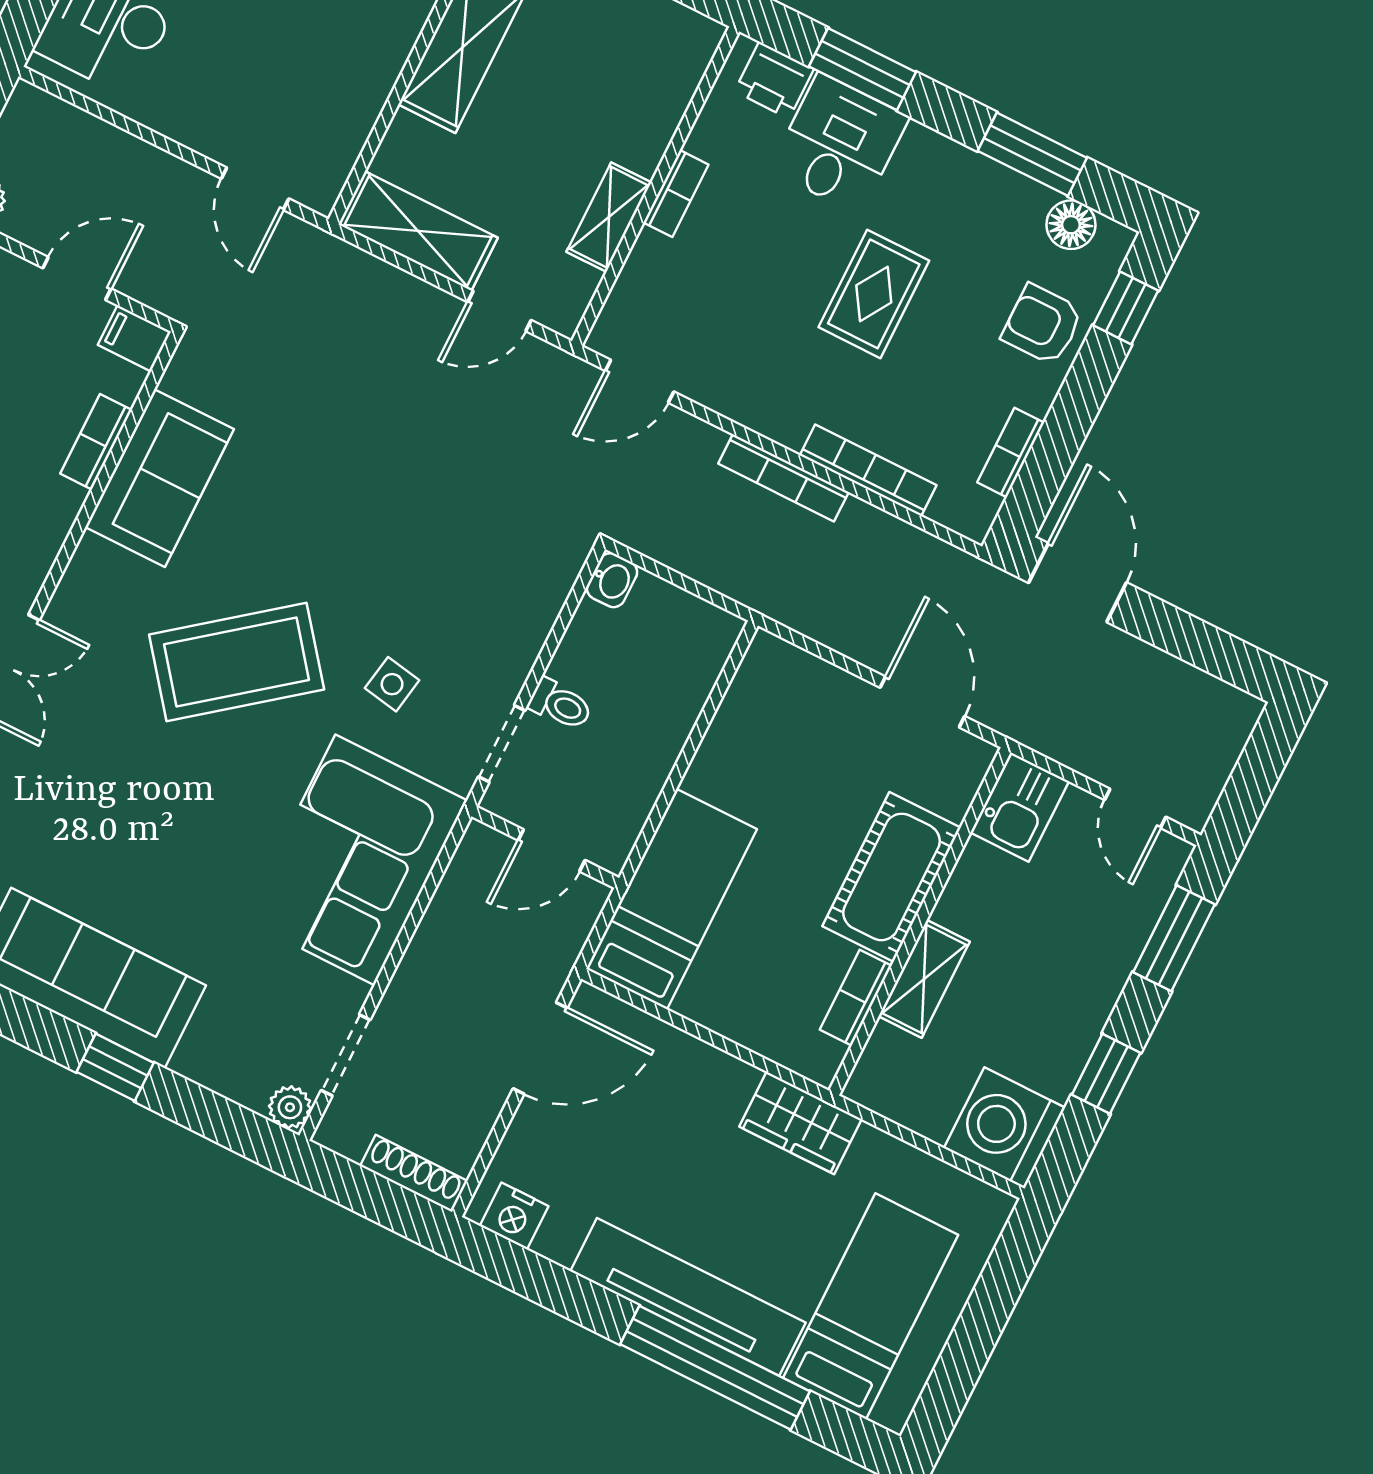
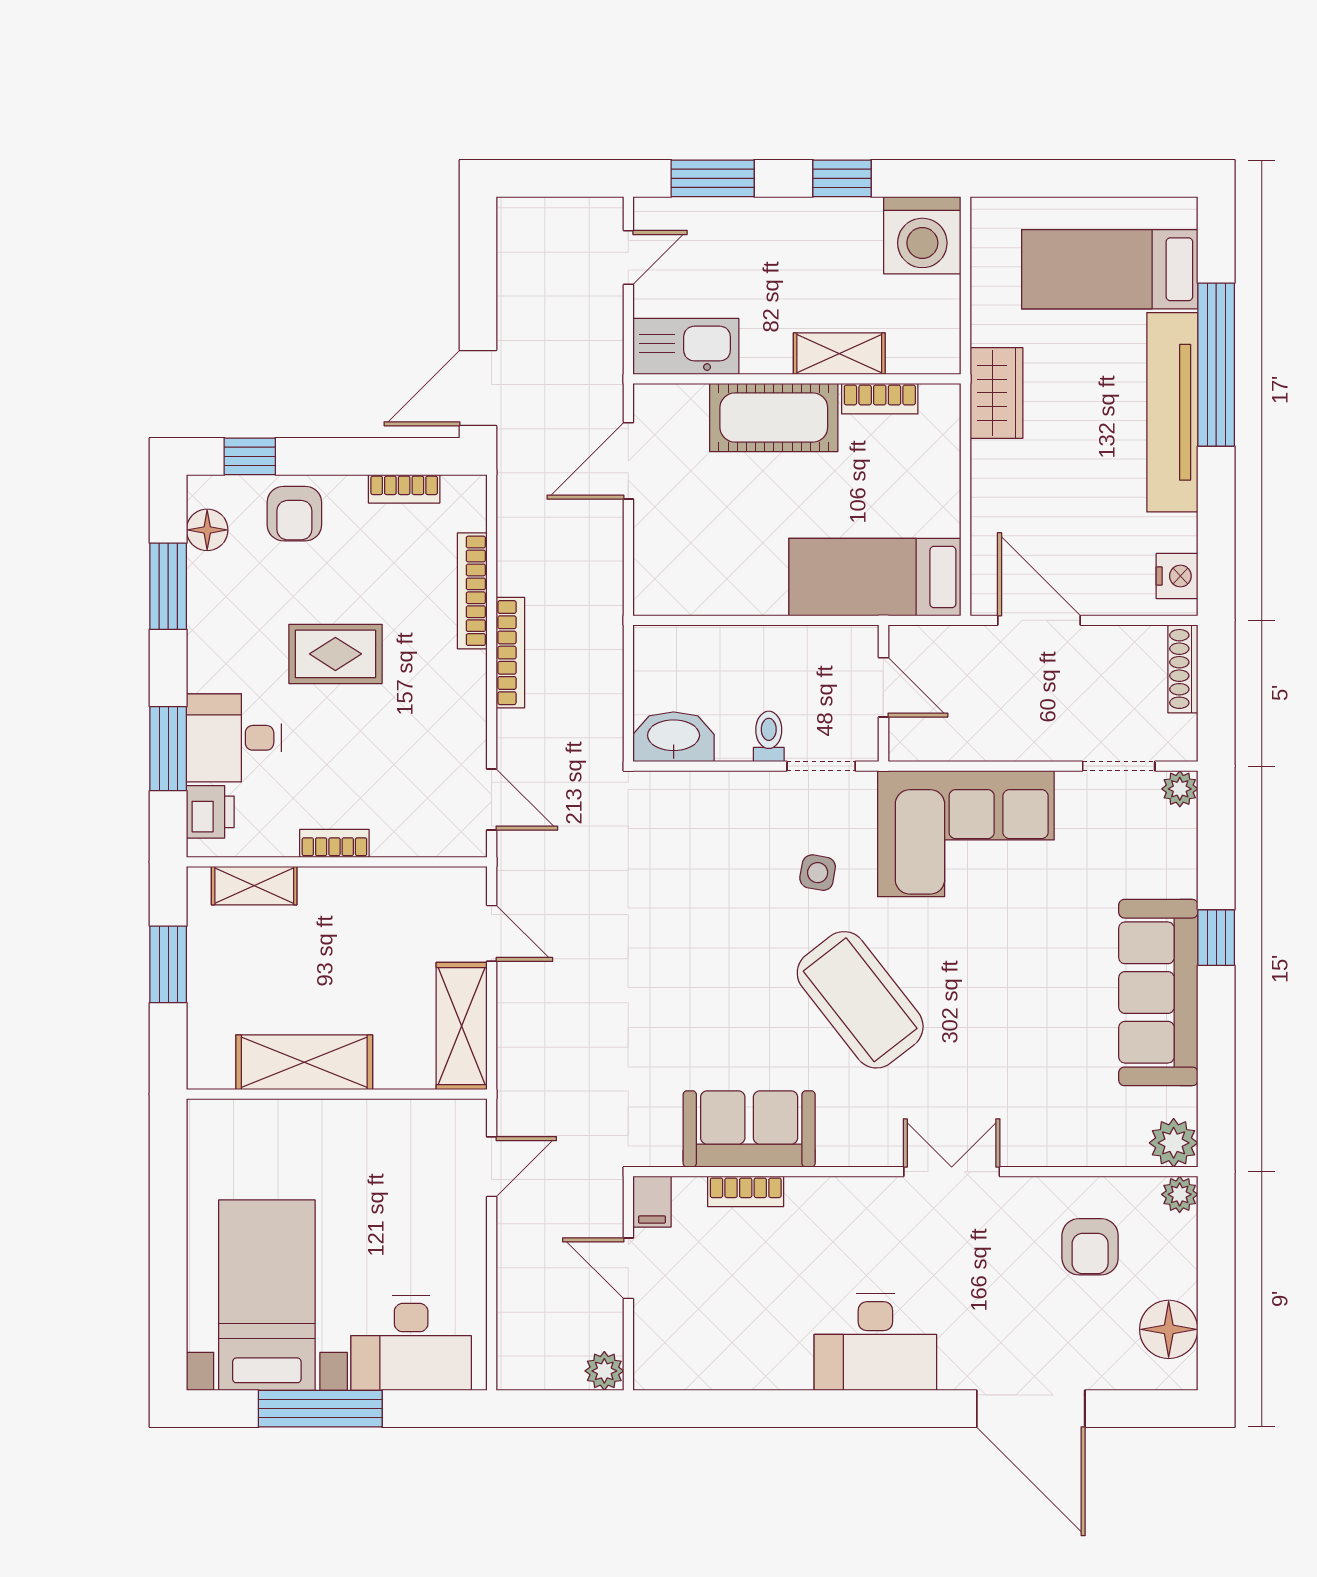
shelving: (609, 217) -> (254, 886), moved
washbasin: (612, 580) -> (674, 737), width x1.91, depth x1.45
kitchen sink: (1020, 807) -> (686, 346), width x1.38

